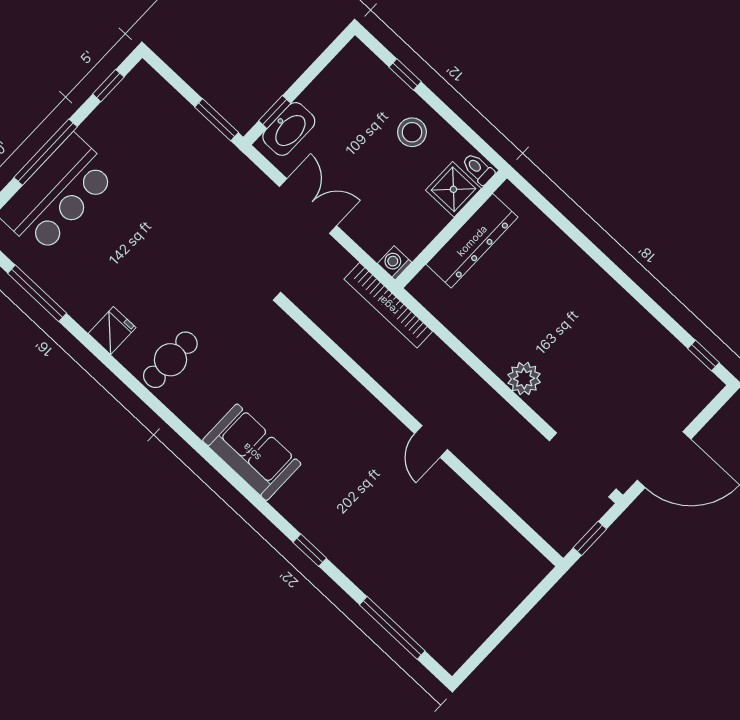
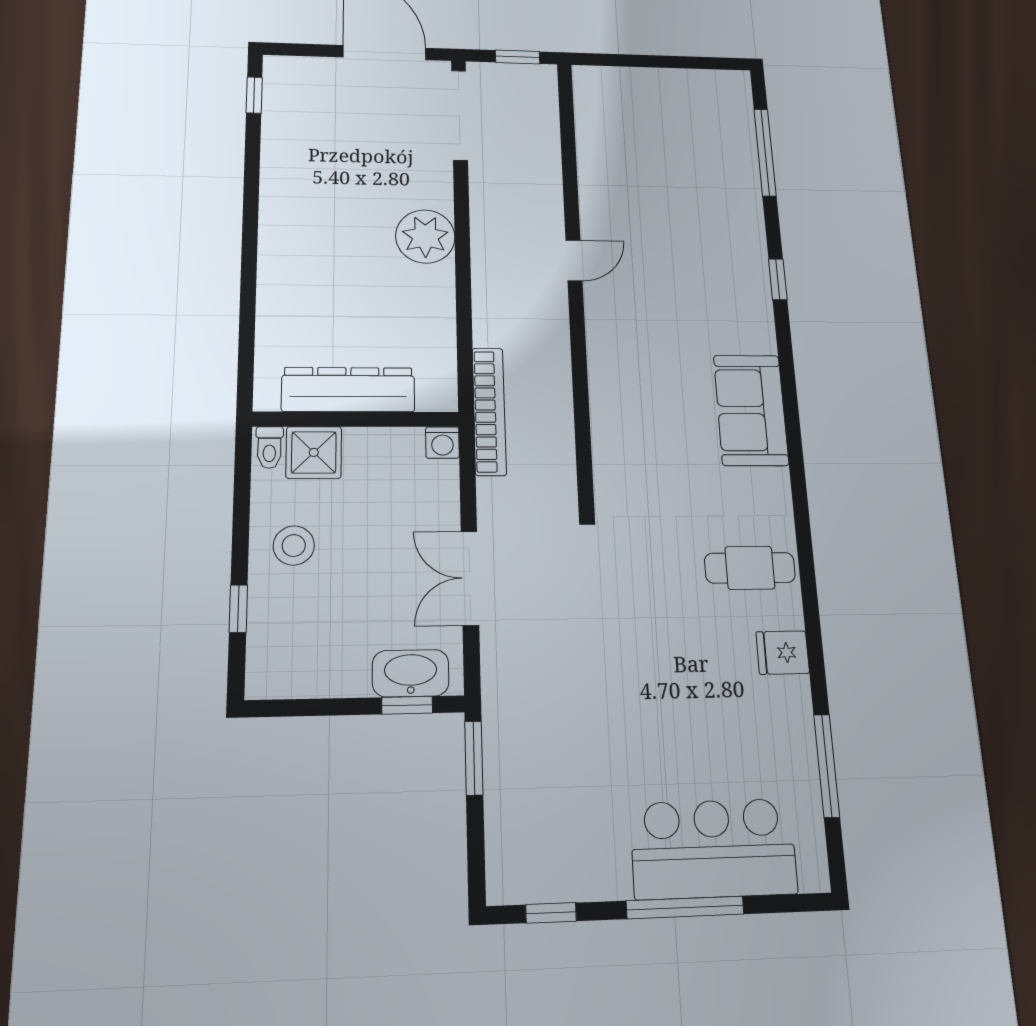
plant: (524, 379) -> (425, 236), width x1.36, depth x1.36

